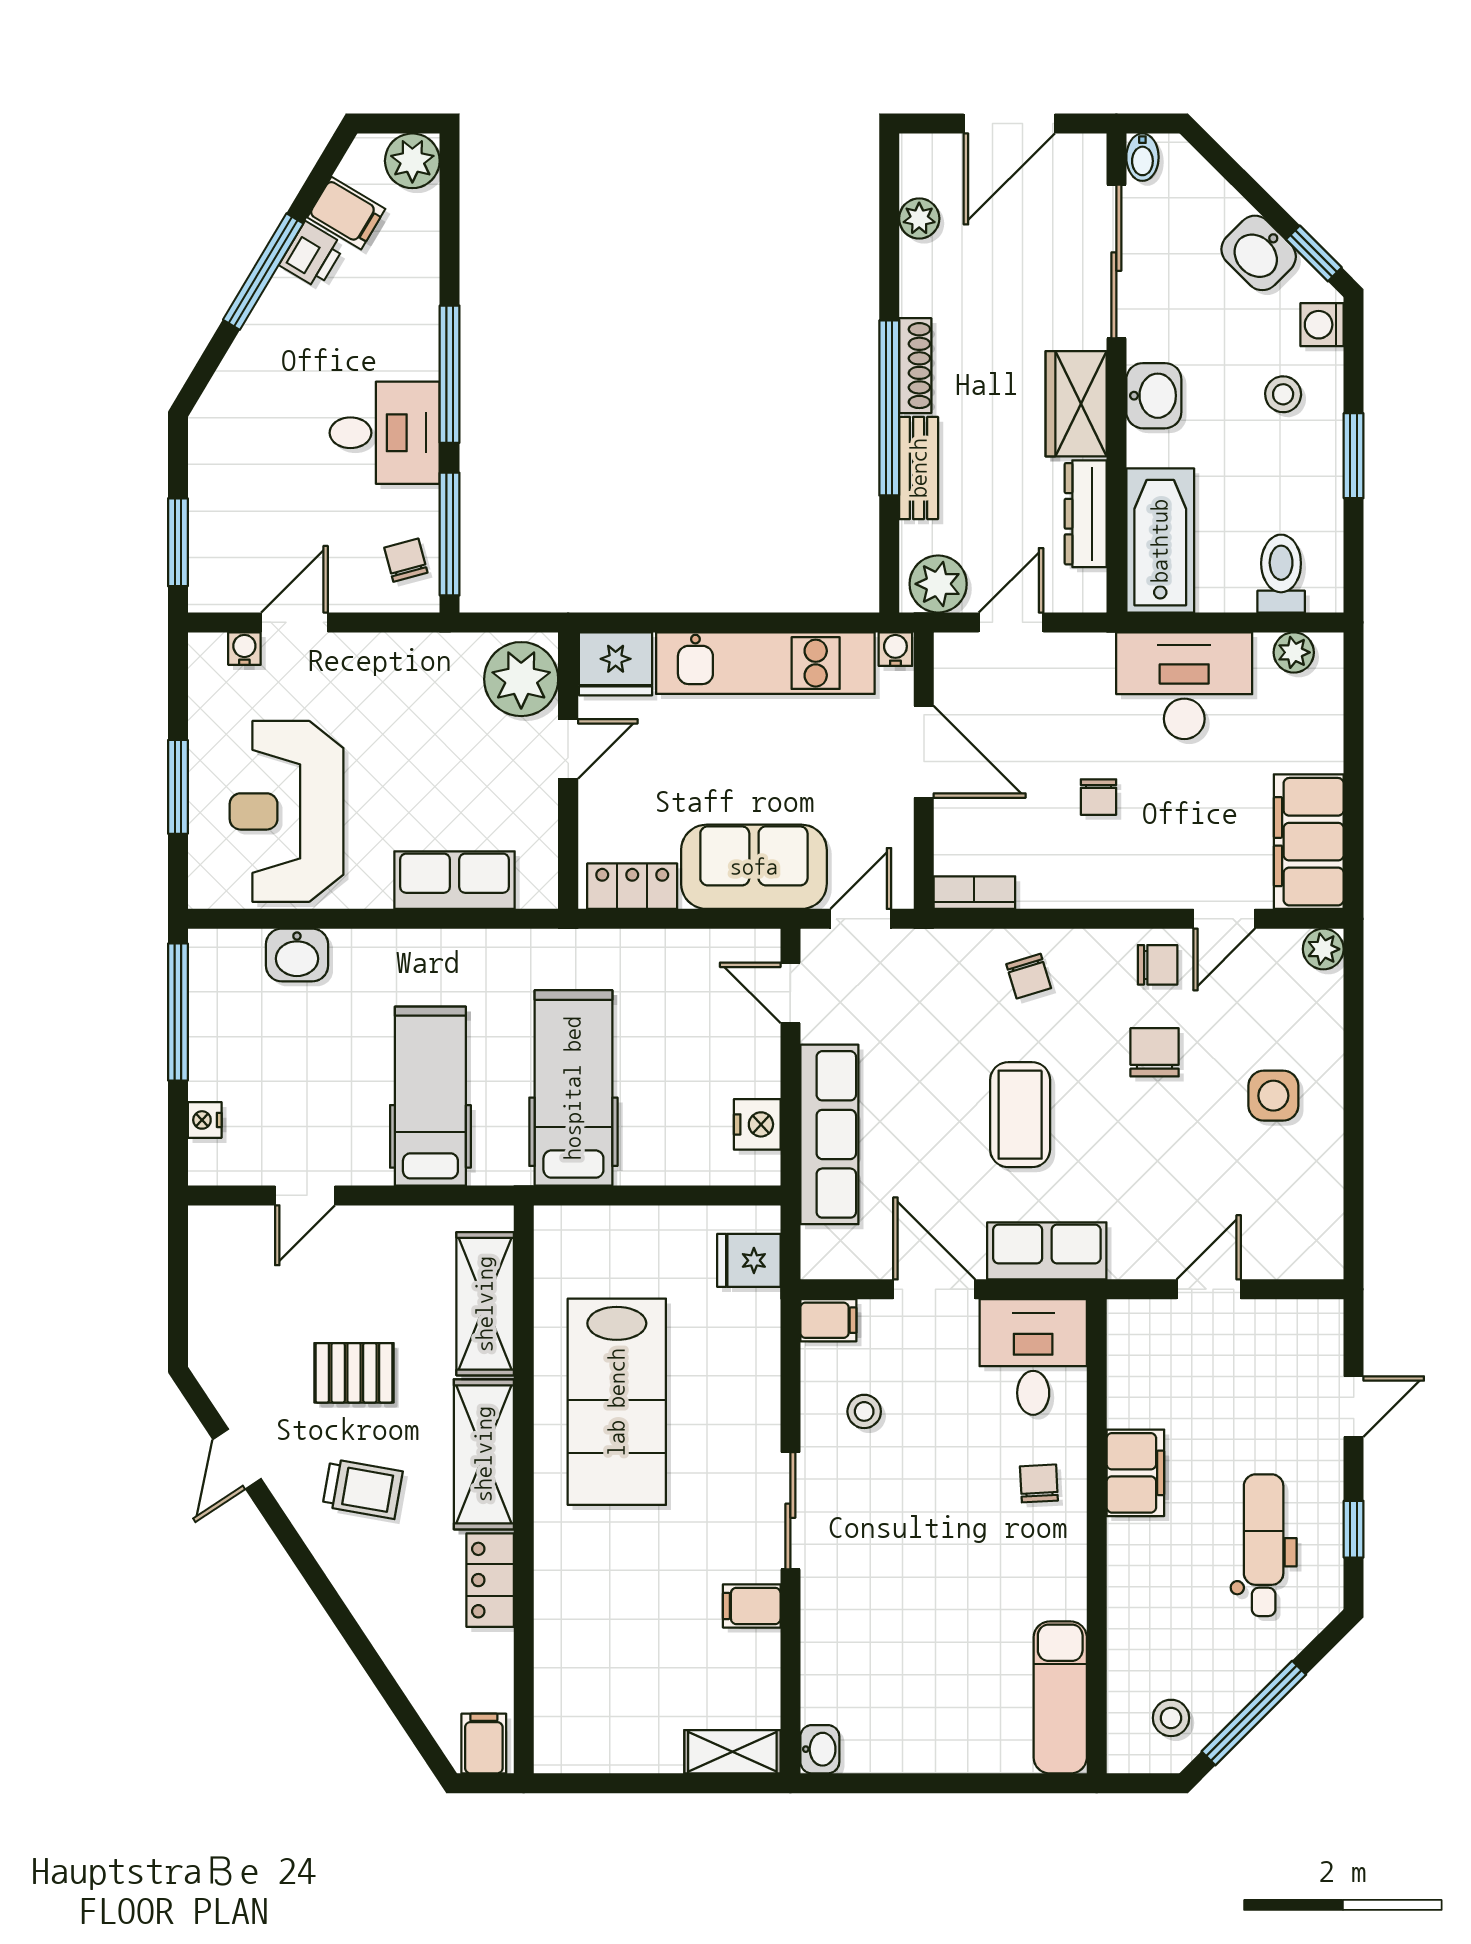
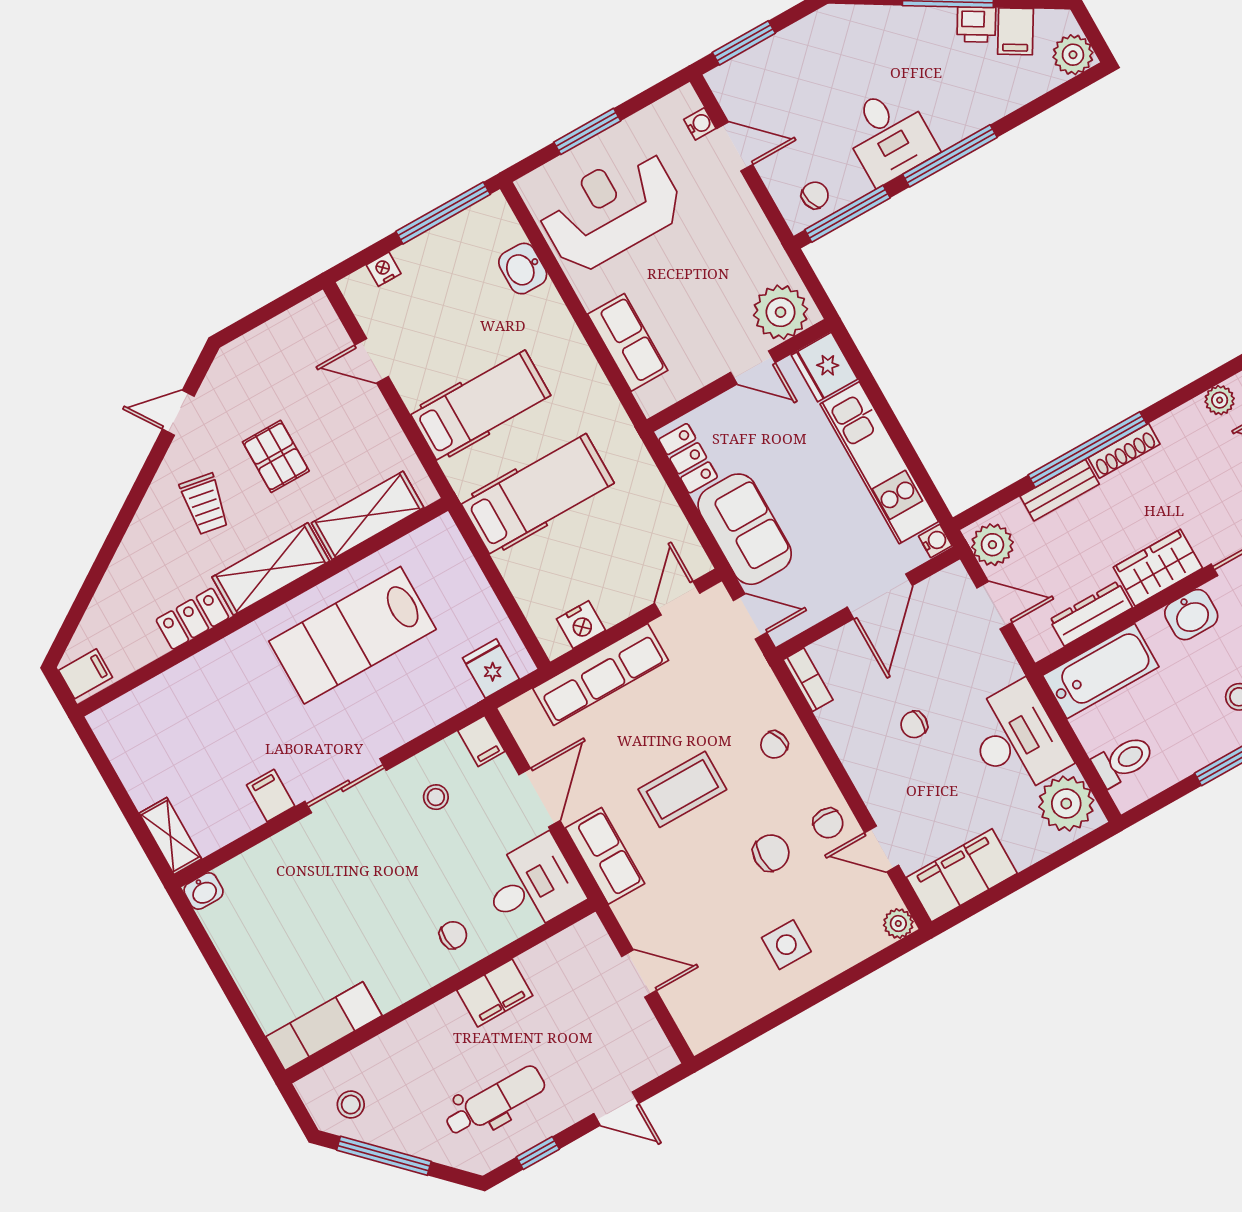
plant: (1294, 652) -> (1066, 804), width x1.88, depth x1.88

